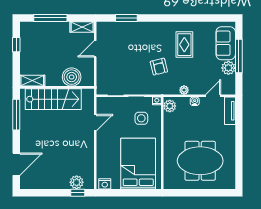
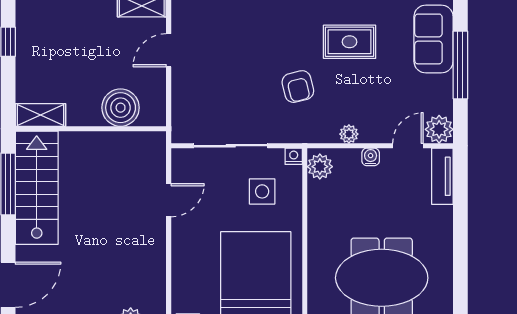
rug: (184, 45) -> (350, 42), turned 90
plant: (228, 68) -> (439, 129), moved
stairs: (53, 99) -> (37, 188), moved, turned -90

